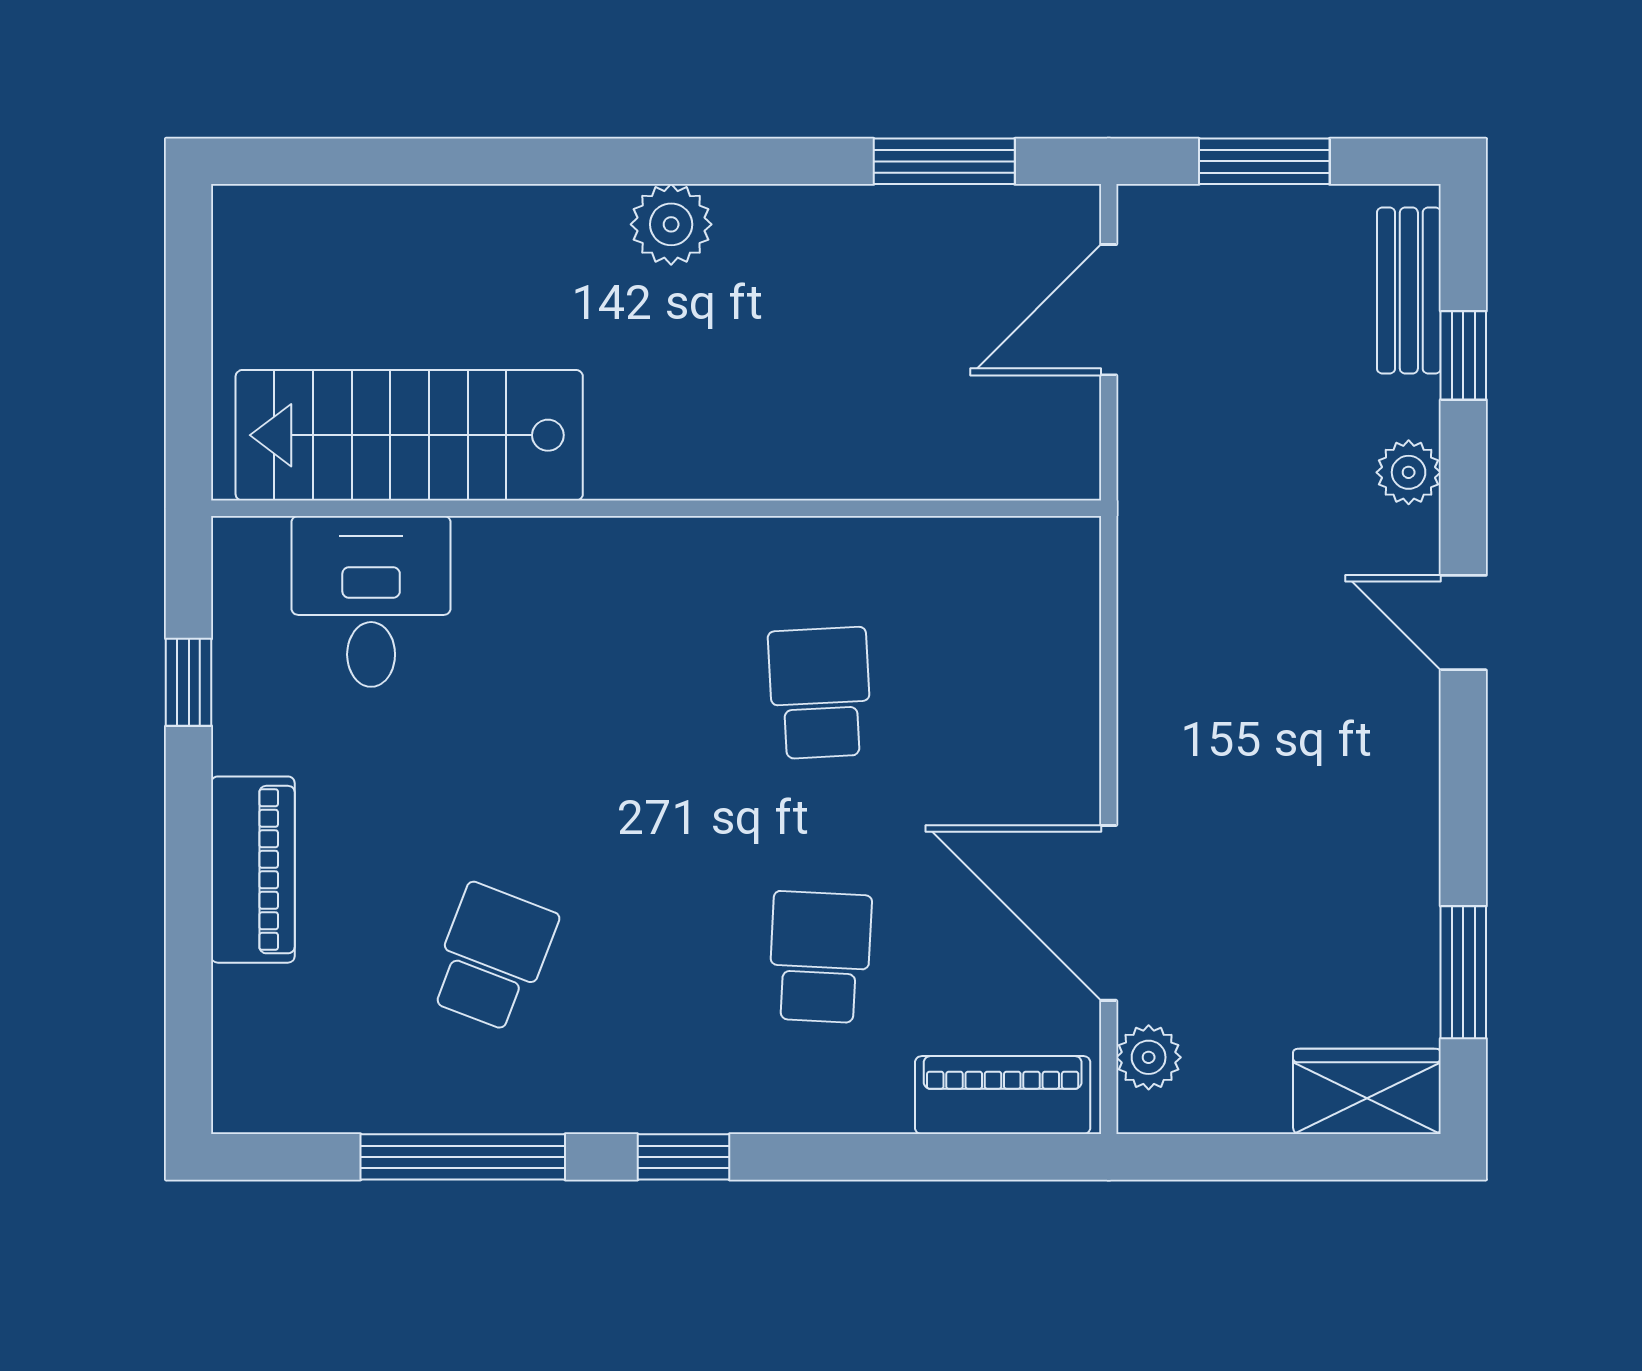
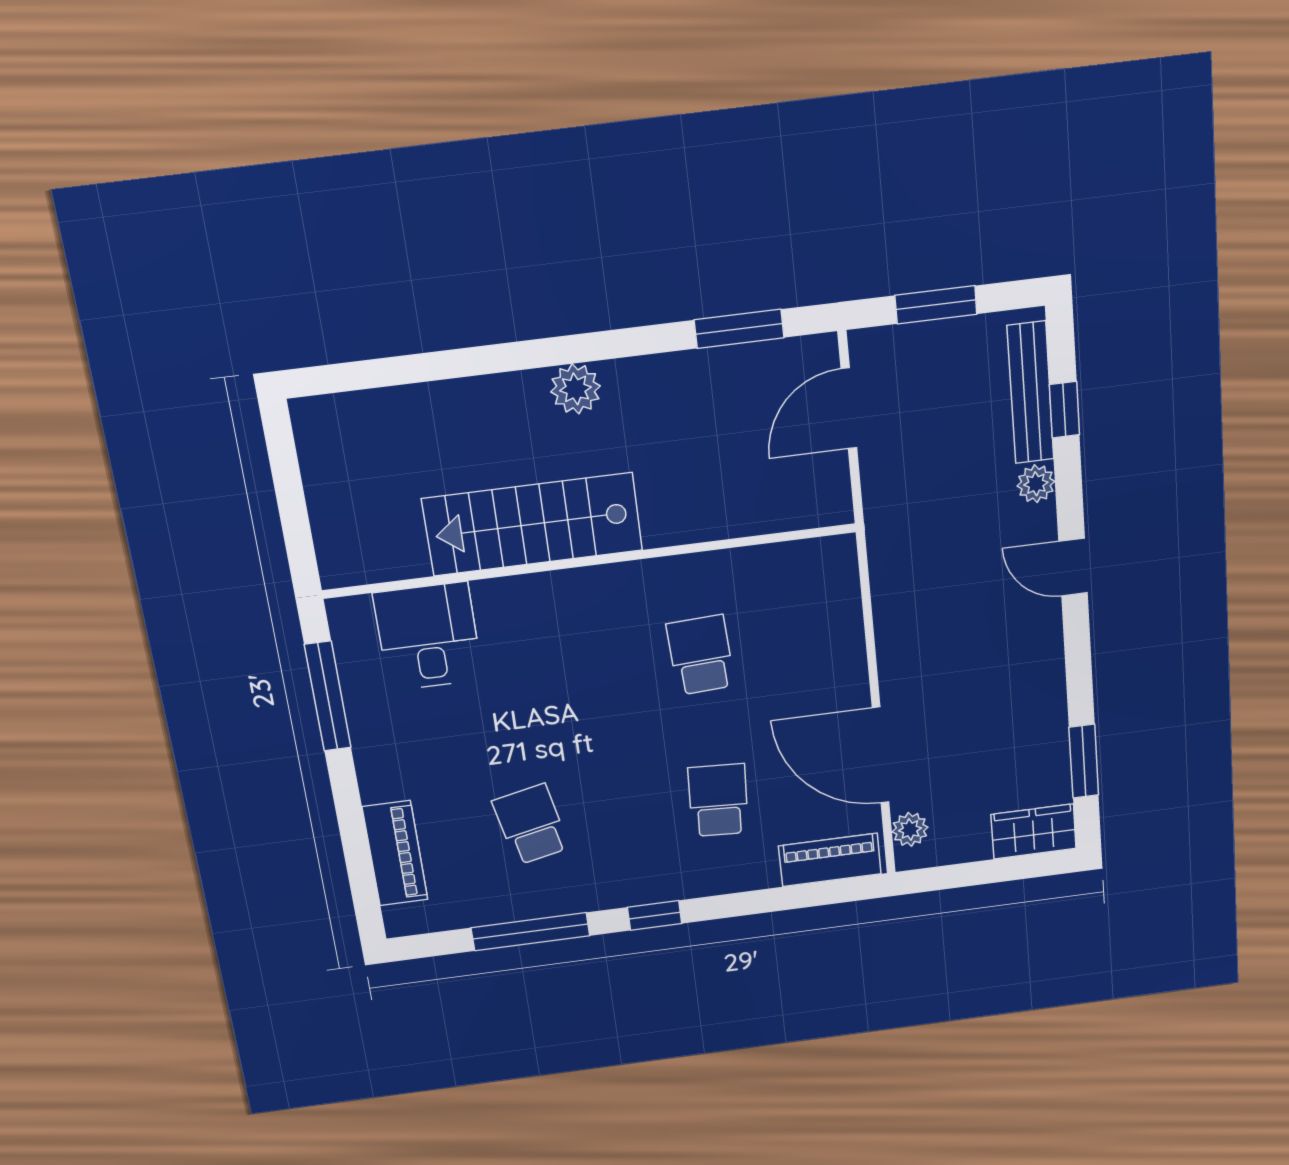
bench: (1409, 291) -> (1031, 393), width x1.36
stairs: (409, 435) -> (533, 524), moved
window: (189, 682) -> (328, 696), width x2.17
piano: (253, 870) -> (395, 853), moved
school desk: (492, 957) -> (531, 825), turned -33

